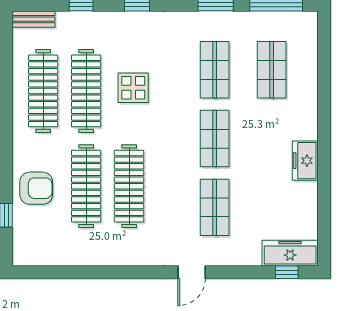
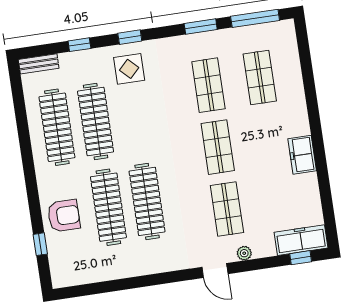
display table: (133, 88) -> (129, 69), moved
plant: (226, 258) -> (244, 253), added
door: (192, 272) -> (215, 271), hinge flipped

